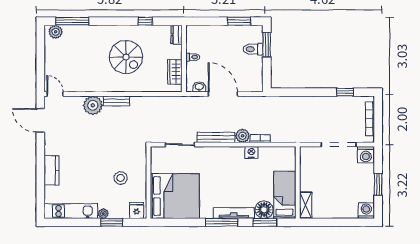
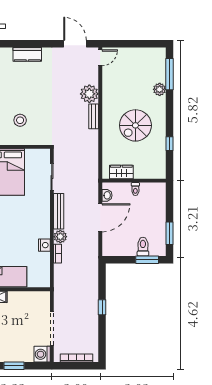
plant: (56, 32) -> (160, 89), moved
dresser: (177, 35) -> (157, 174), removed
window: (345, 92) -> (102, 307), moved
door: (40, 120) -> (75, 44), hinge flipped

